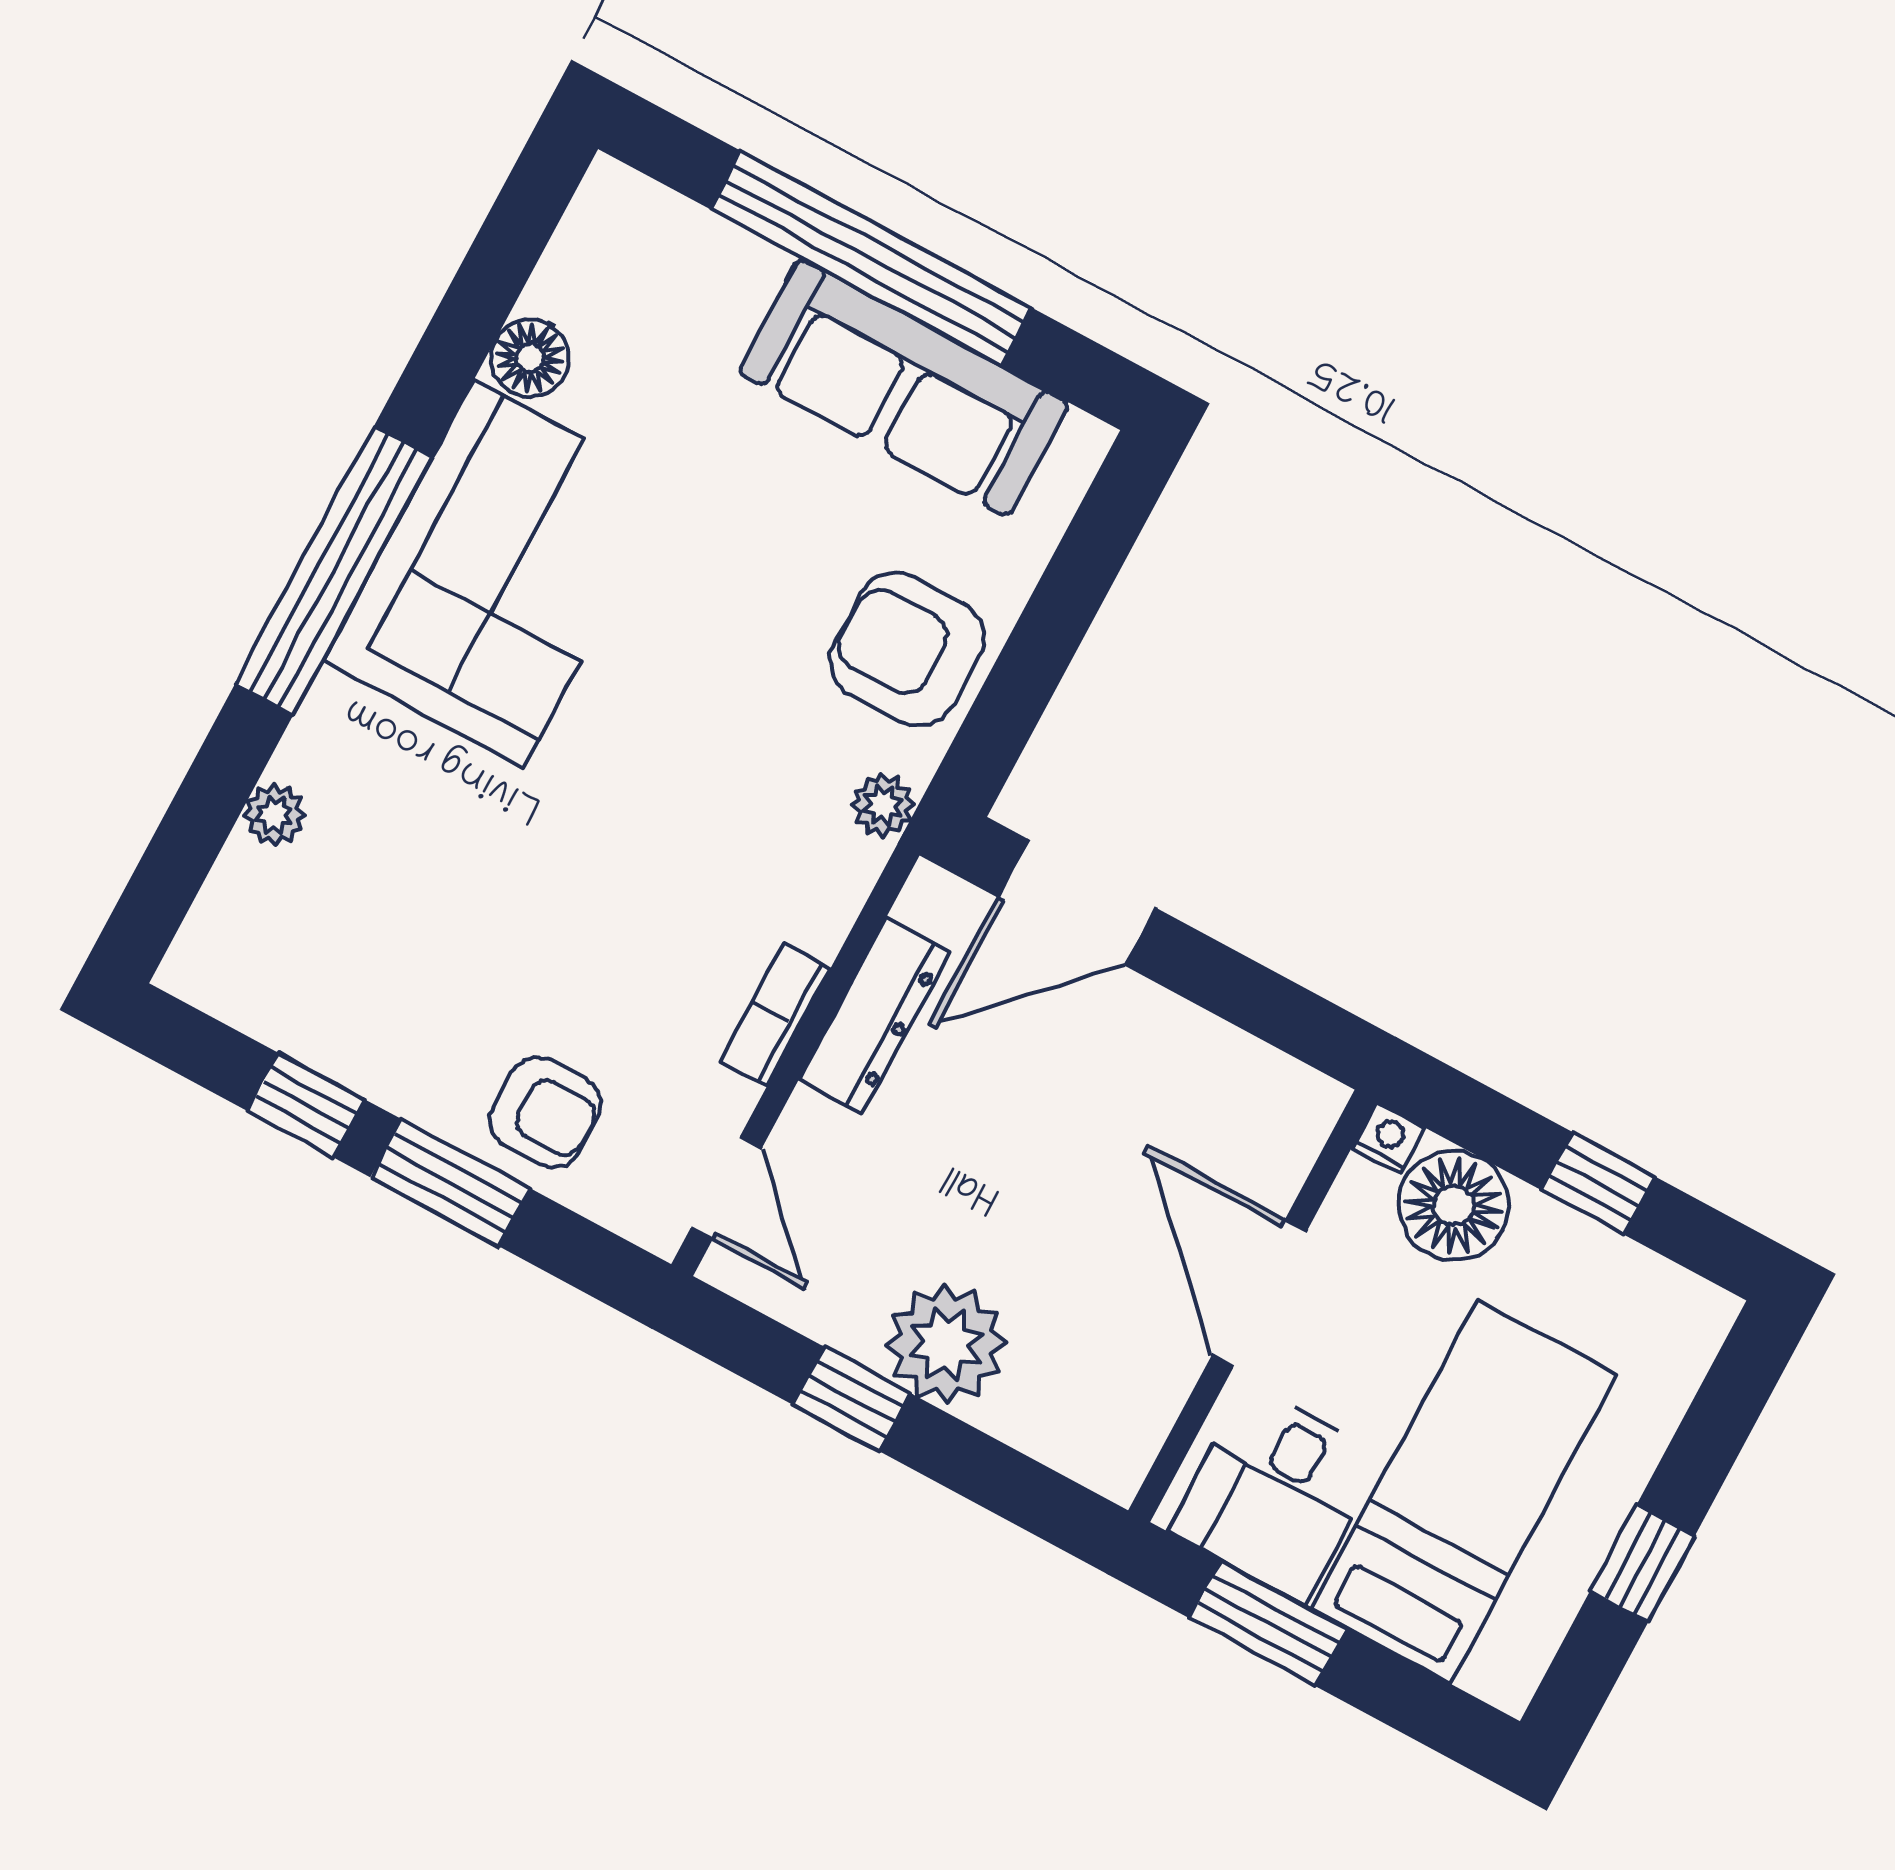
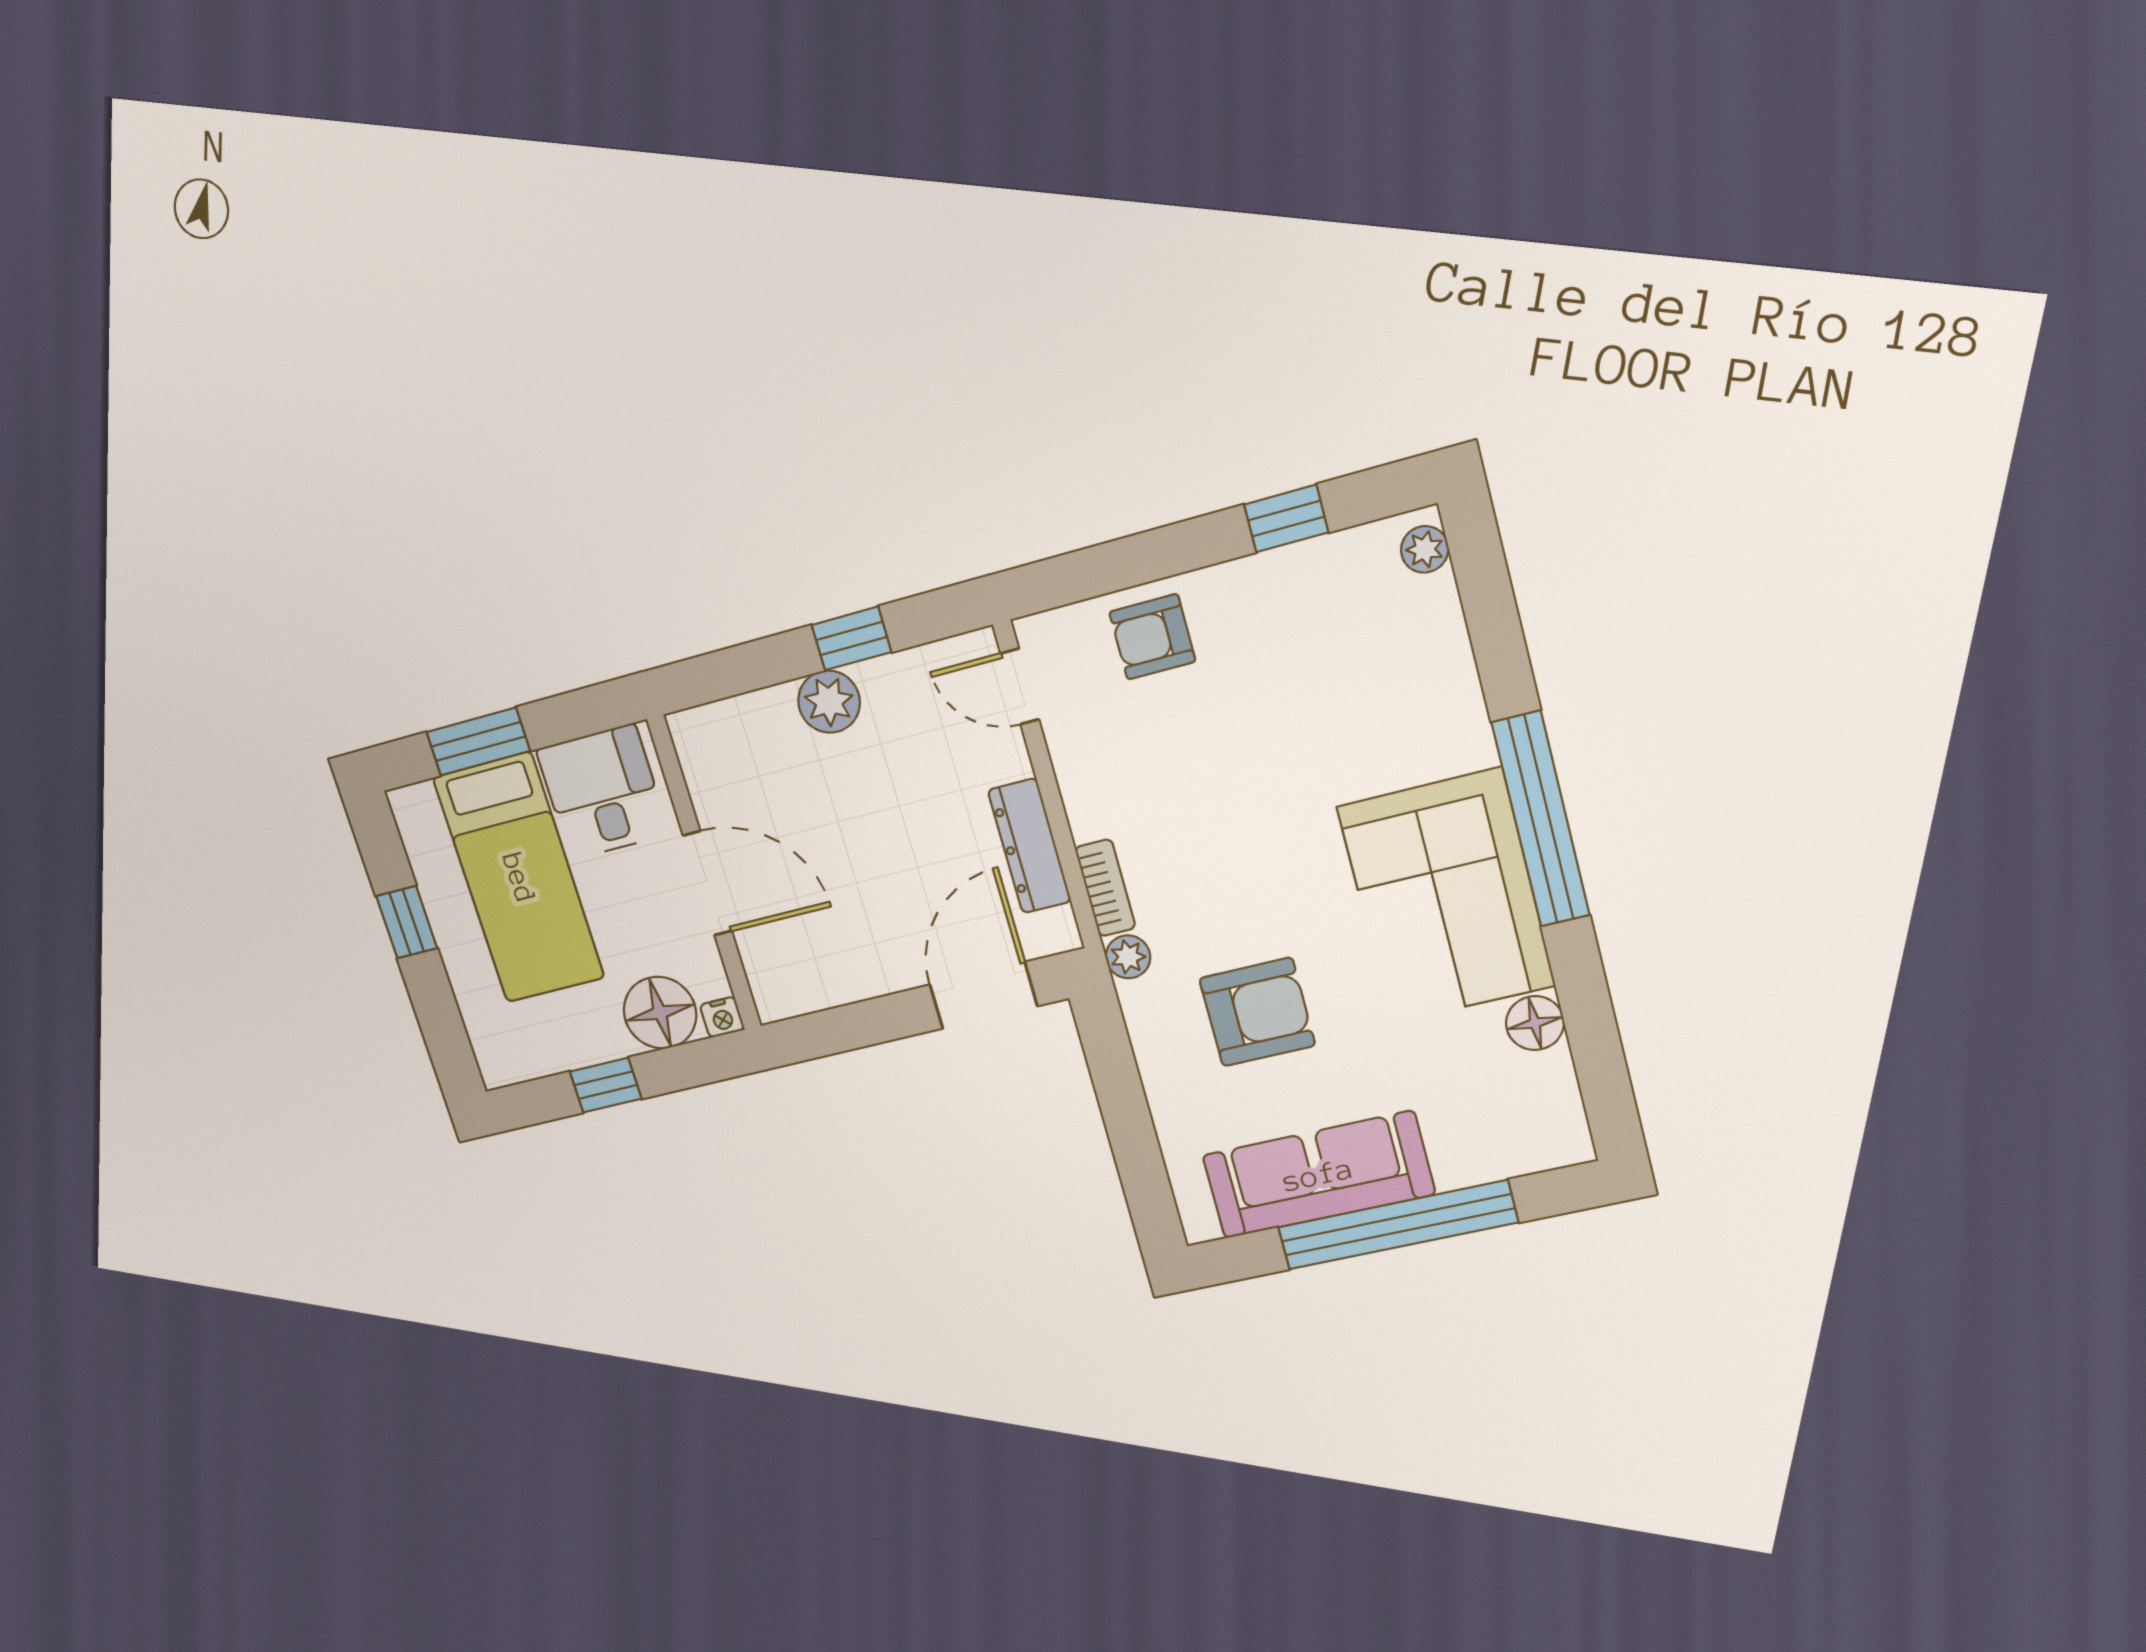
armchair: (907, 649) -> (1257, 1012), moved
plant: (275, 815) -> (1425, 549), moved
bookcase: (775, 1014) -> (1105, 888), moved
window: (450, 1183) -> (1168, 551), removed
plant: (946, 1344) -> (829, 702), width x0.73, depth x0.73
window: (1268, 1623) -> (478, 742), moved

